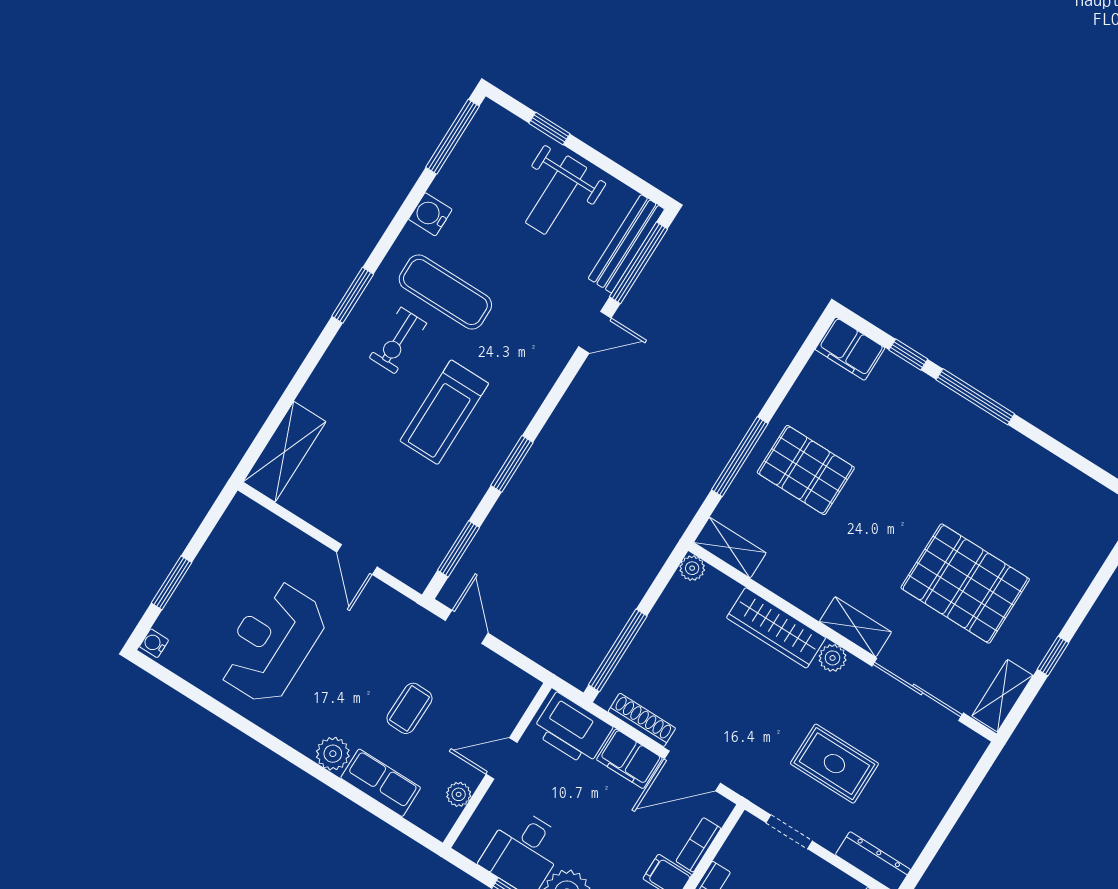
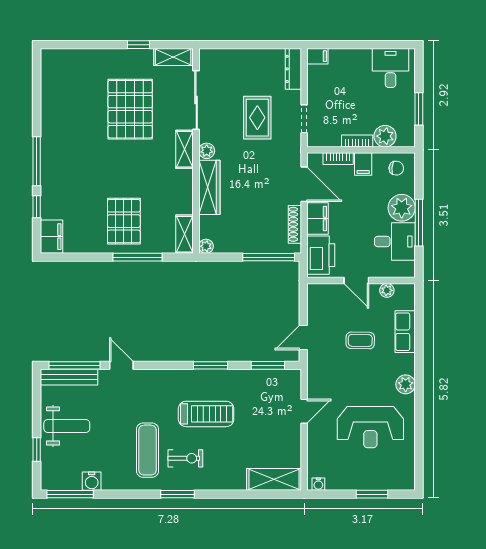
water cooler: (430, 214) -> (92, 481), moved
water cooler: (154, 643) -> (318, 484), moved
plant: (333, 754) -> (406, 384), moved

